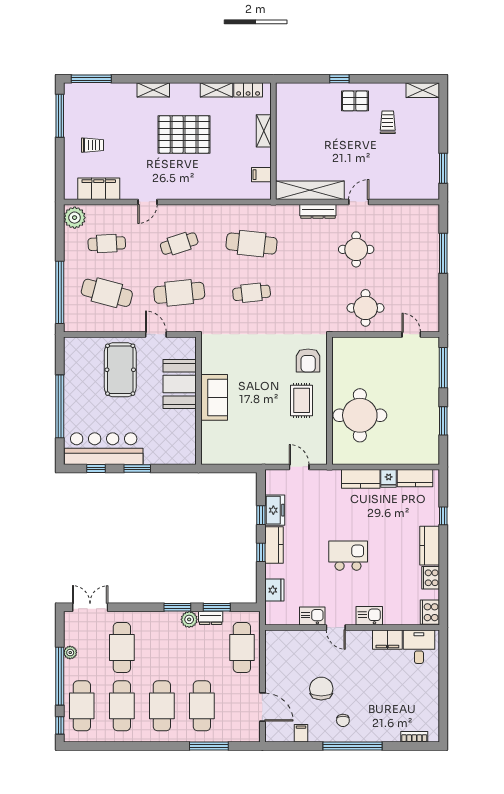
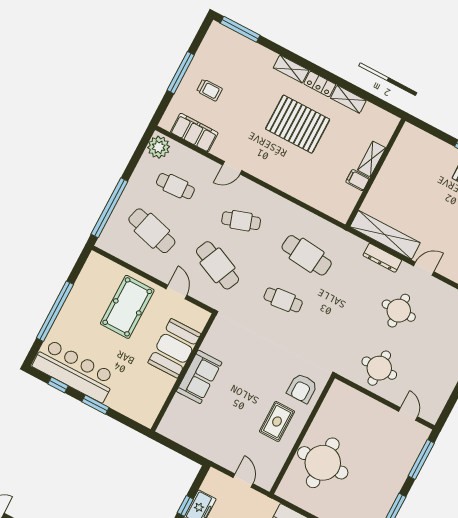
locker: (248, 90) -> (320, 84), moved
window: (60, 116) -> (181, 73), moved
filing cabinet: (261, 175) -> (358, 180), moved
cafe table: (179, 293) -> (217, 265), turned 30

